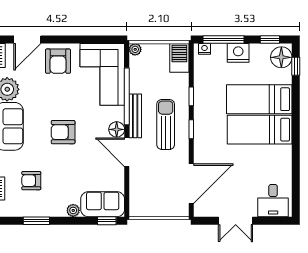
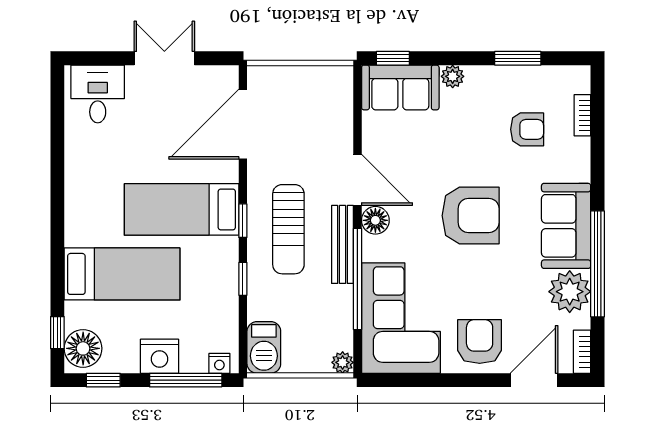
bed: (260, 130) -> (182, 209), moved, turned 180
armchair: (63, 132) -> (471, 216), width x1.36, depth x1.36

